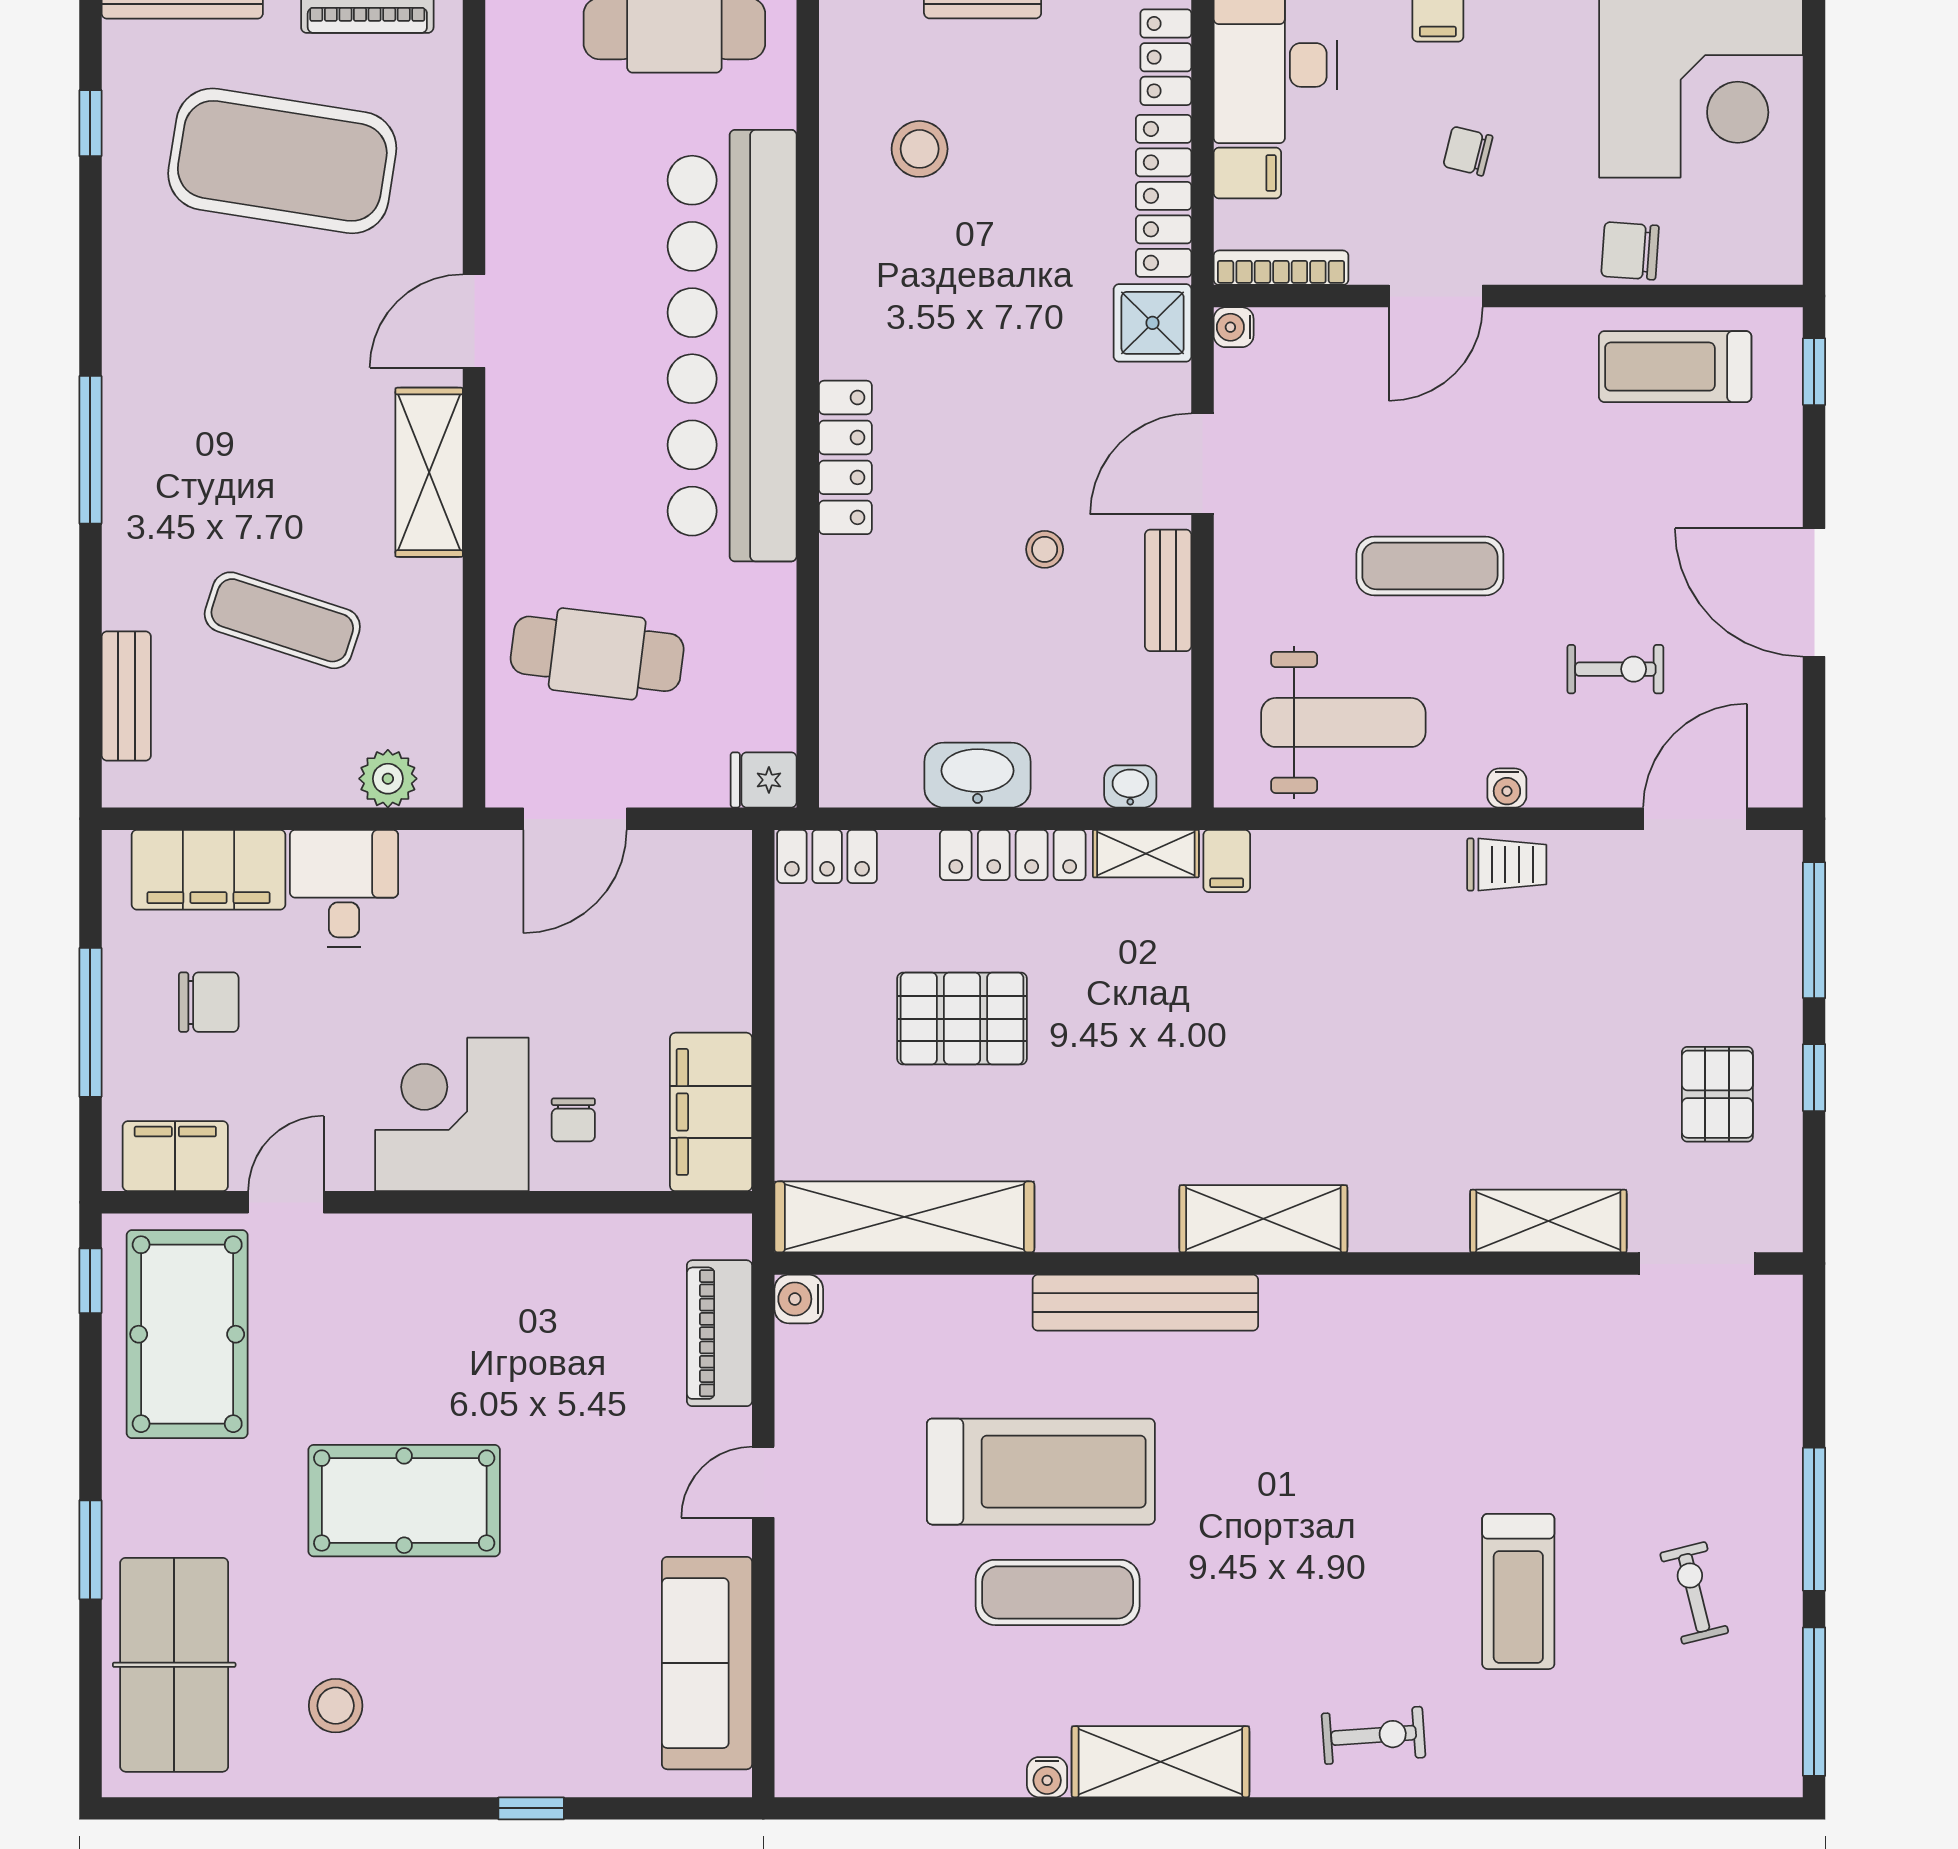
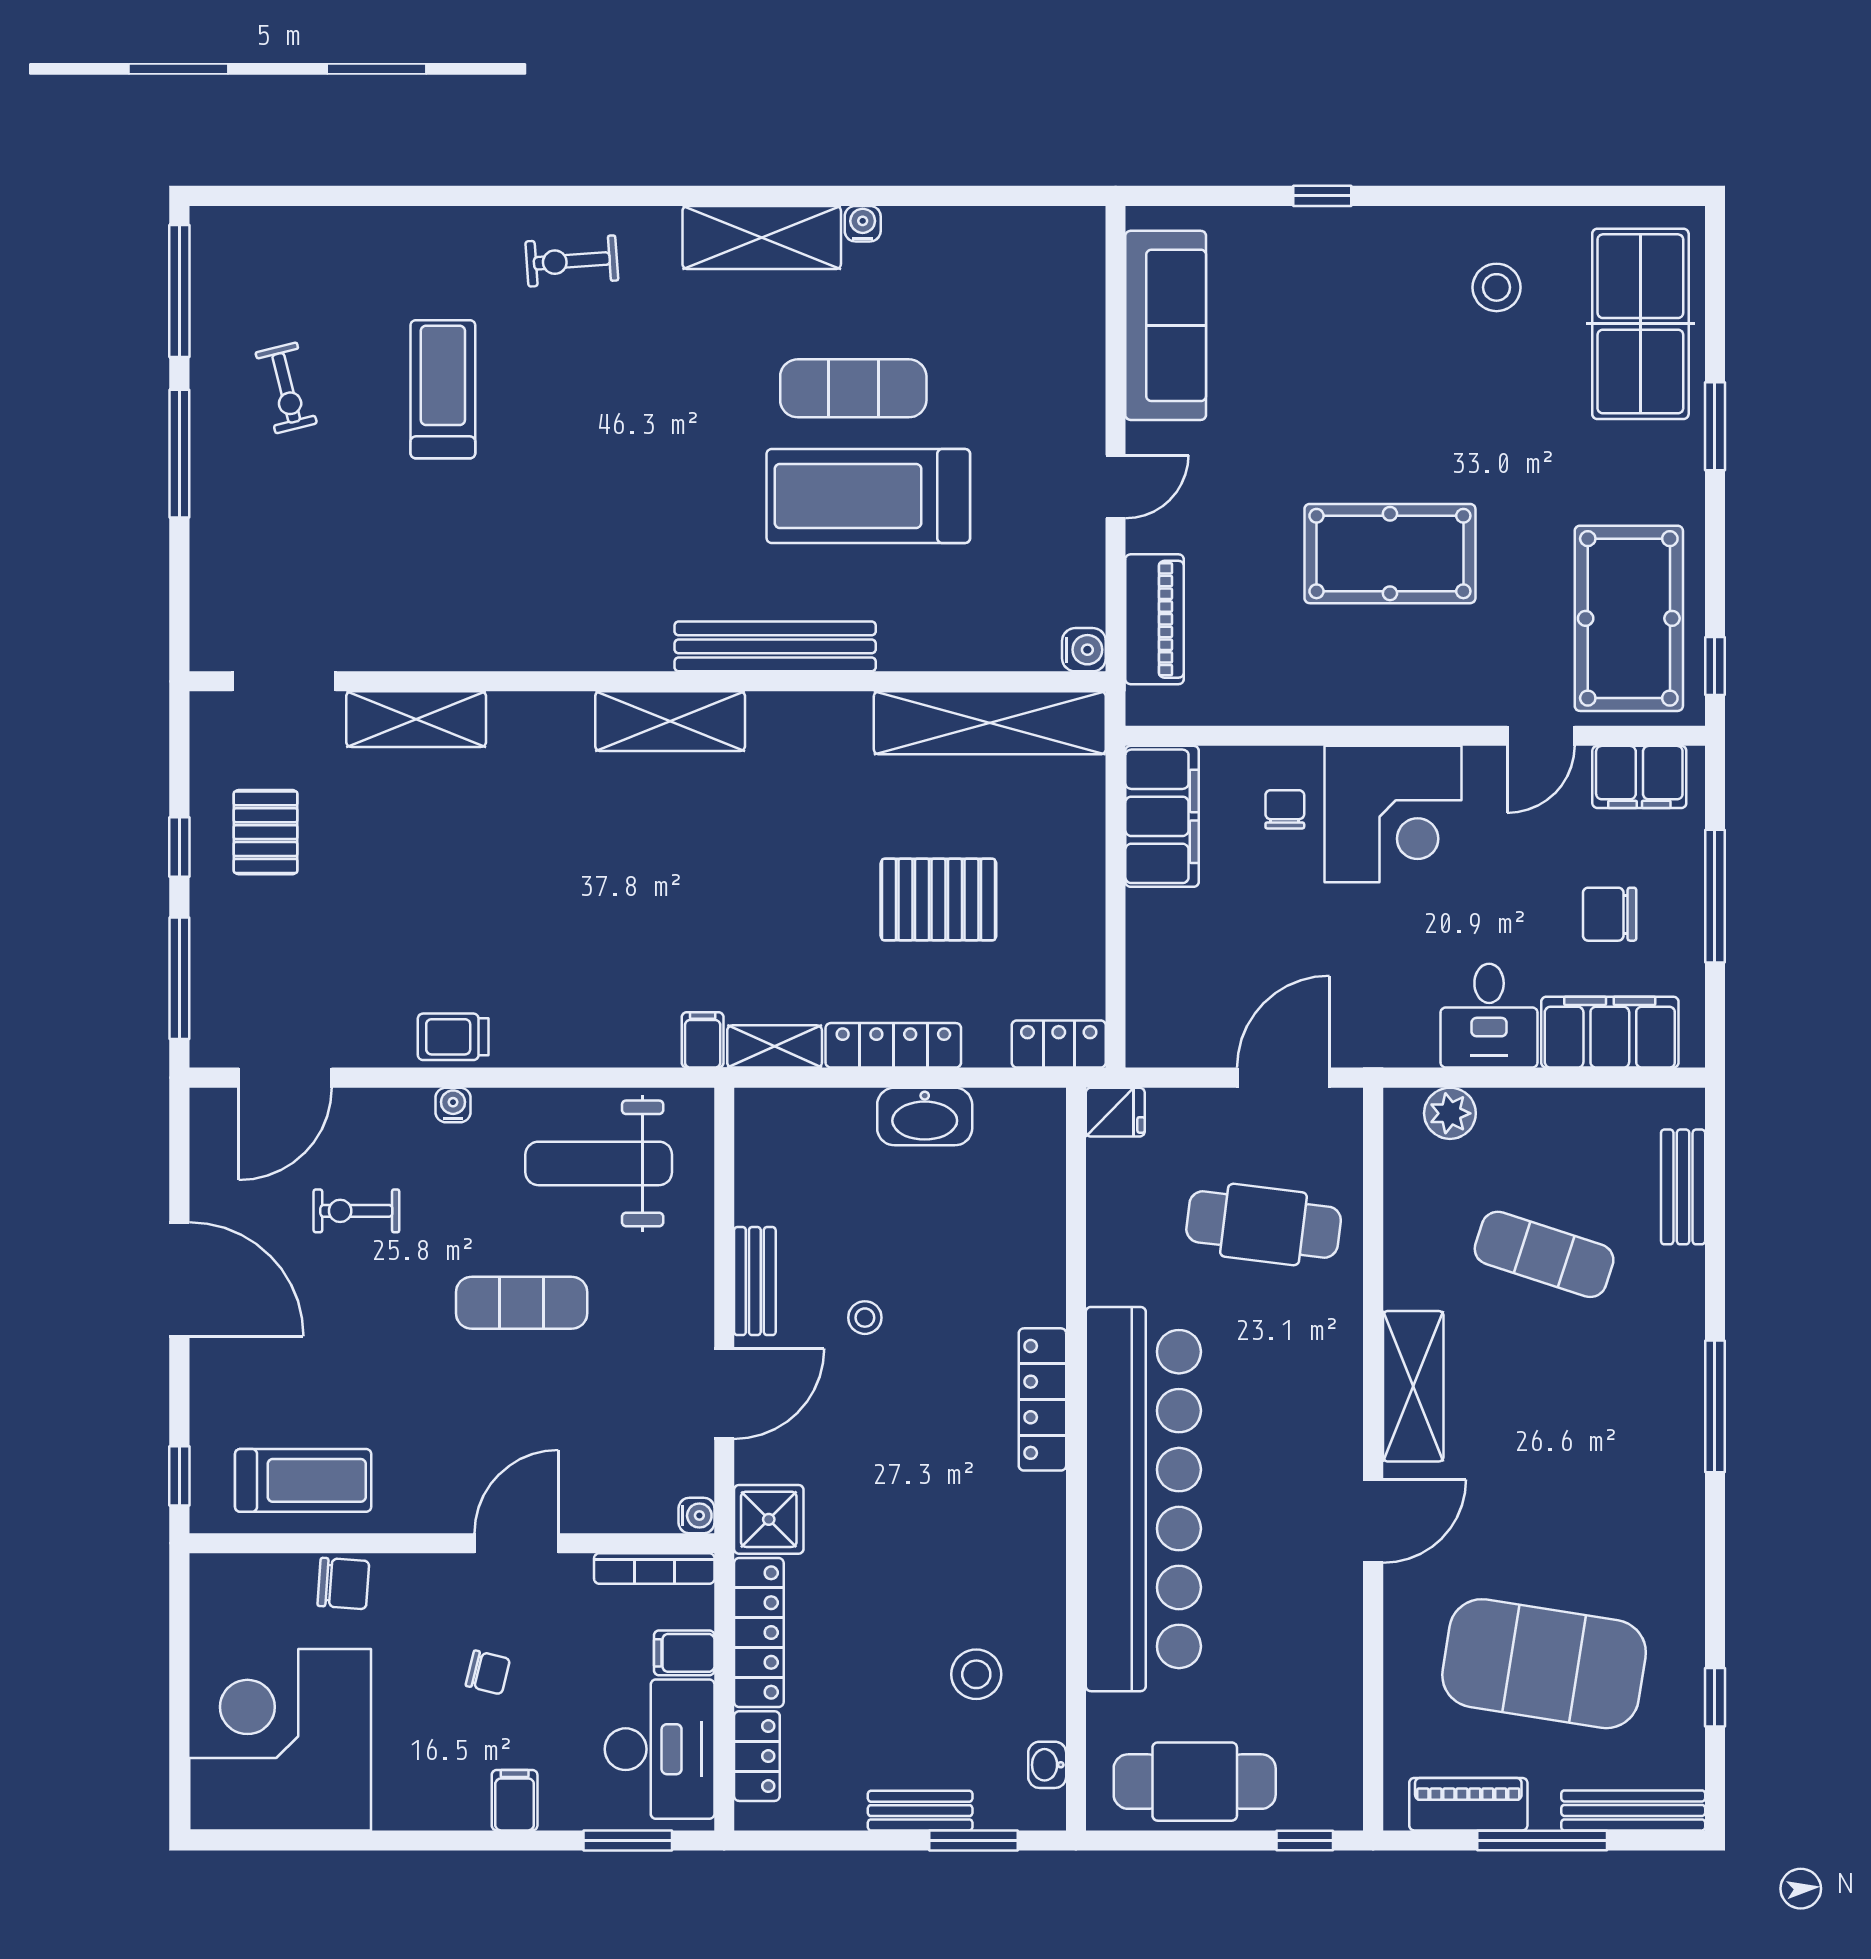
washbasin: (1130, 786) -> (1047, 1765), moved, turned 90
pool table: (404, 1501) -> (1390, 554), moved

